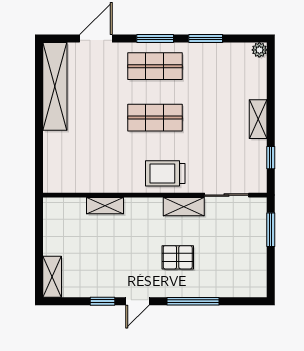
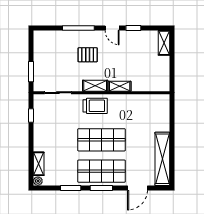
shop shelf: (155, 66) -> (102, 171), width x1.43, depth x1.36
shop shelf: (155, 118) -> (102, 140), width x1.43, depth x1.36
shelving: (258, 119) -> (39, 164), moved
shelving: (105, 206) -> (120, 86), moved
shelving: (184, 207) -> (95, 86), moved
door: (138, 301) -> (112, 28), swing flipped

